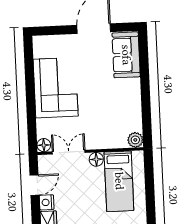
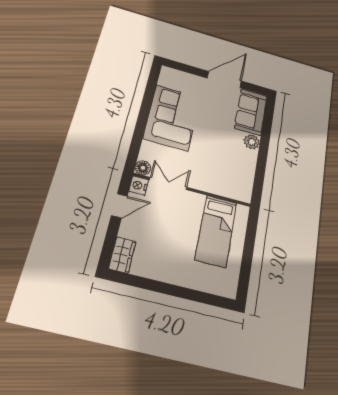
plant: (135, 140) -> (252, 142), moved
floor lamp: (96, 159) -> (197, 200), removed
nightstand: (47, 202) -> (139, 186), moved

